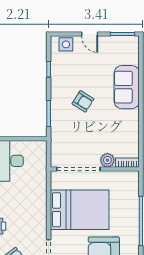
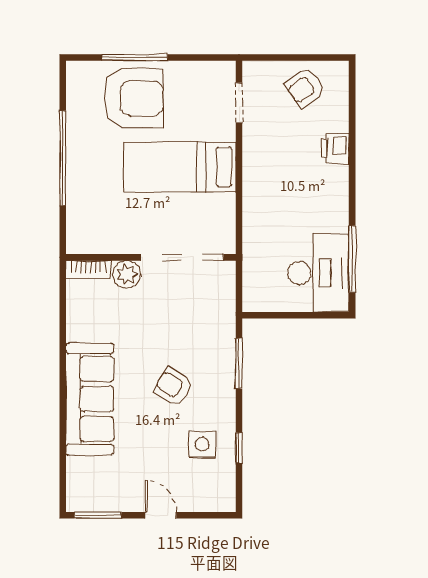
side table: (66, 44) -> (202, 444), moved
sofa: (127, 87) -> (90, 399), width x1.36
bed: (80, 210) -> (180, 167), width x0.67

